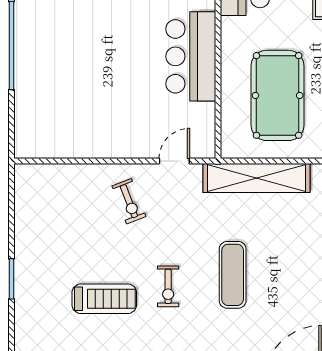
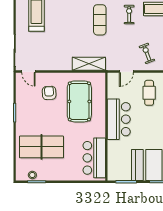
cafe table: (124, 114) -> (149, 93), added
shelving: (256, 178) -> (89, 64), width x0.68

